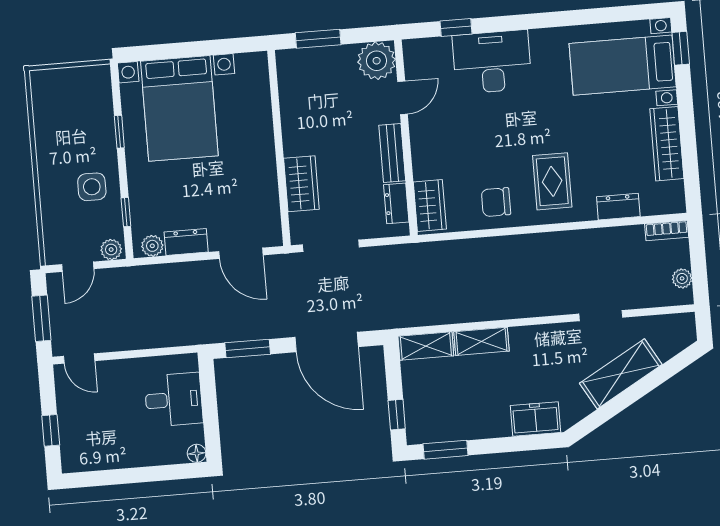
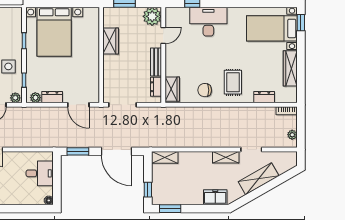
wardrobe: (301, 184) -> (111, 41), moved
shelving: (481, 341) -> (226, 157), moved

